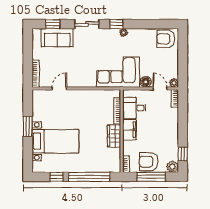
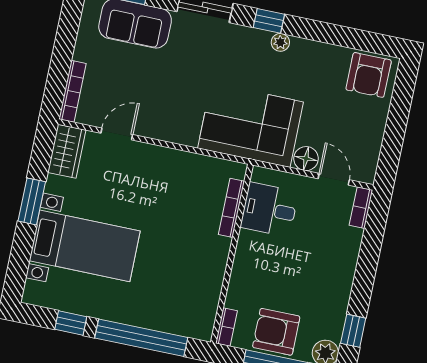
armchair: (166, 39) -> (369, 75), turned -90
plant: (174, 83) -> (366, 173), removed
filing cabinet: (129, 130) -> (249, 254), removed
wardrobe: (114, 136) -> (67, 151), moved, turned 180

